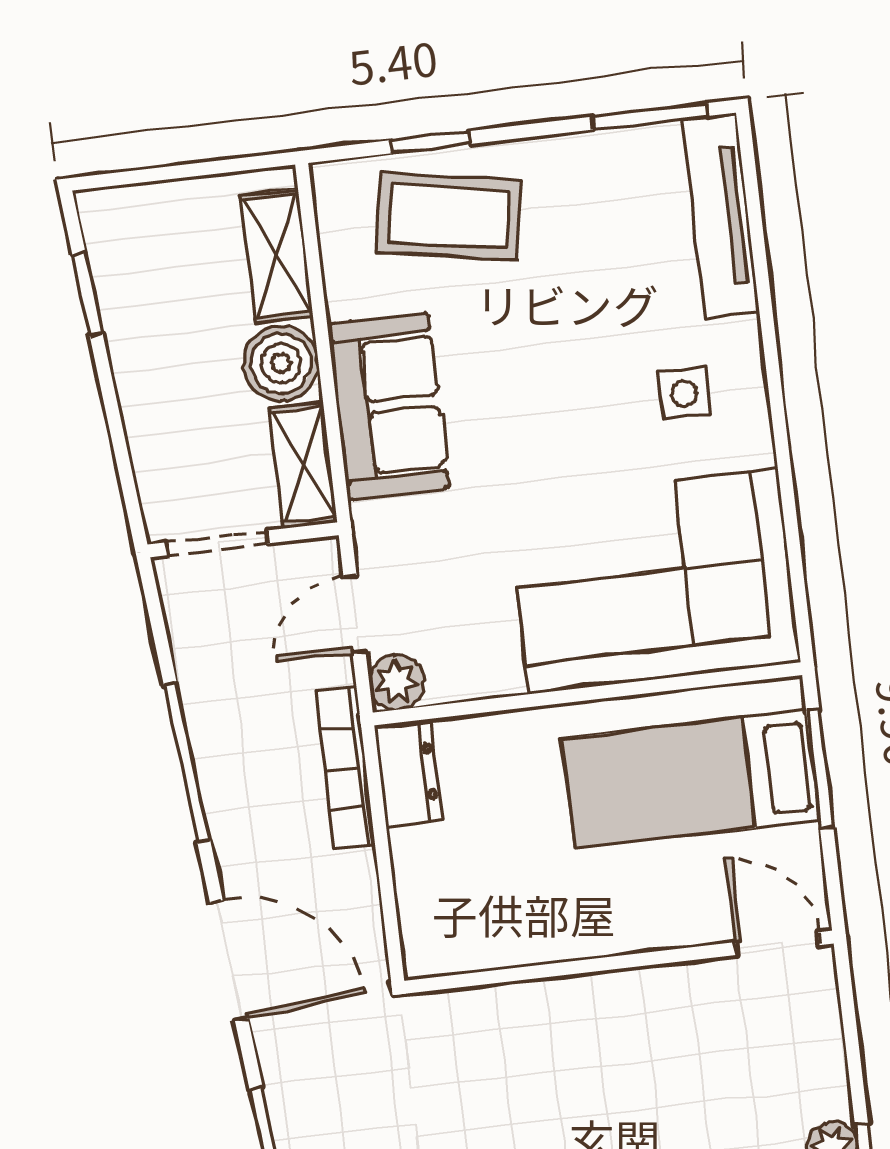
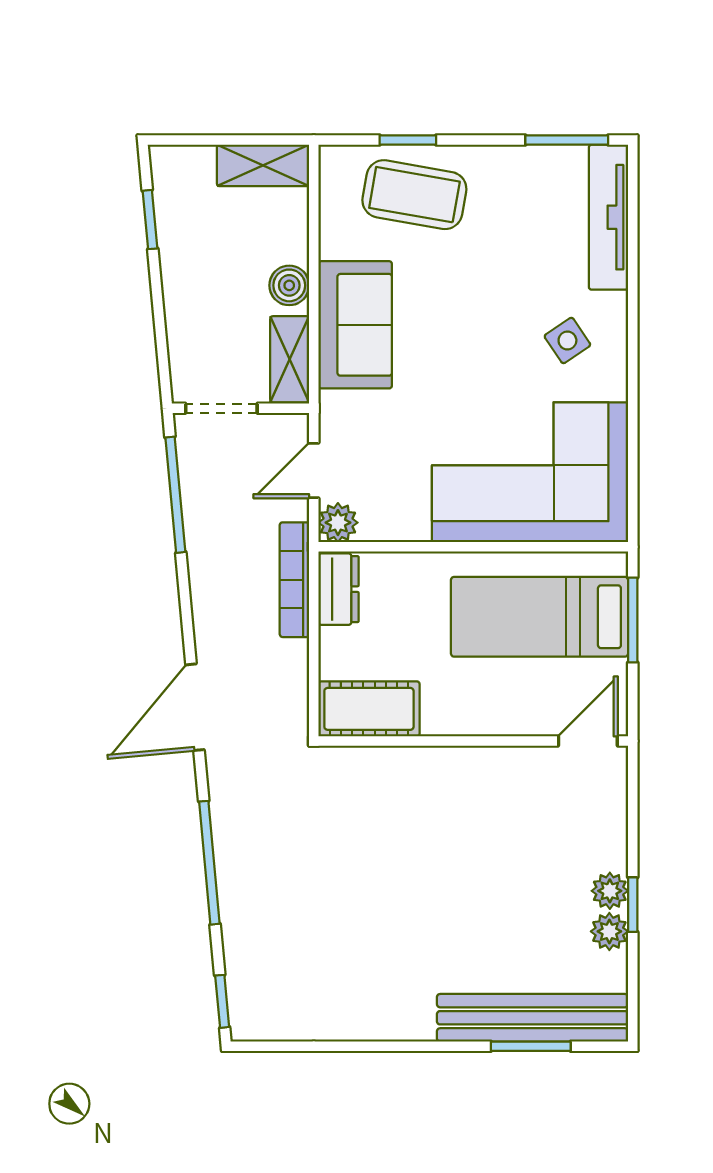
shelving: (277, 256) -> (263, 165), moved, turned 90
boiler: (281, 363) -> (289, 285), width x0.73, depth x0.73
side table: (684, 393) -> (567, 341), turned -34
window: (187, 762) -> (175, 495), moved
cot: (470, 935) -> (369, 709), added
door: (778, 944) -> (588, 741), hinge flipped
door: (229, 961) -> (195, 707), swing flipped

